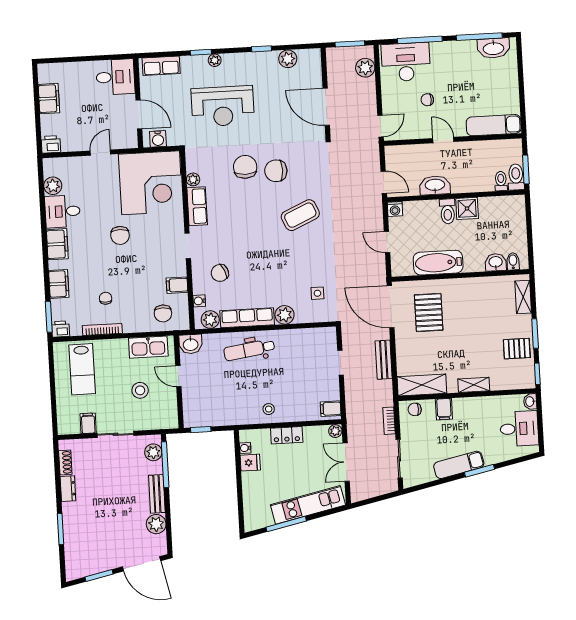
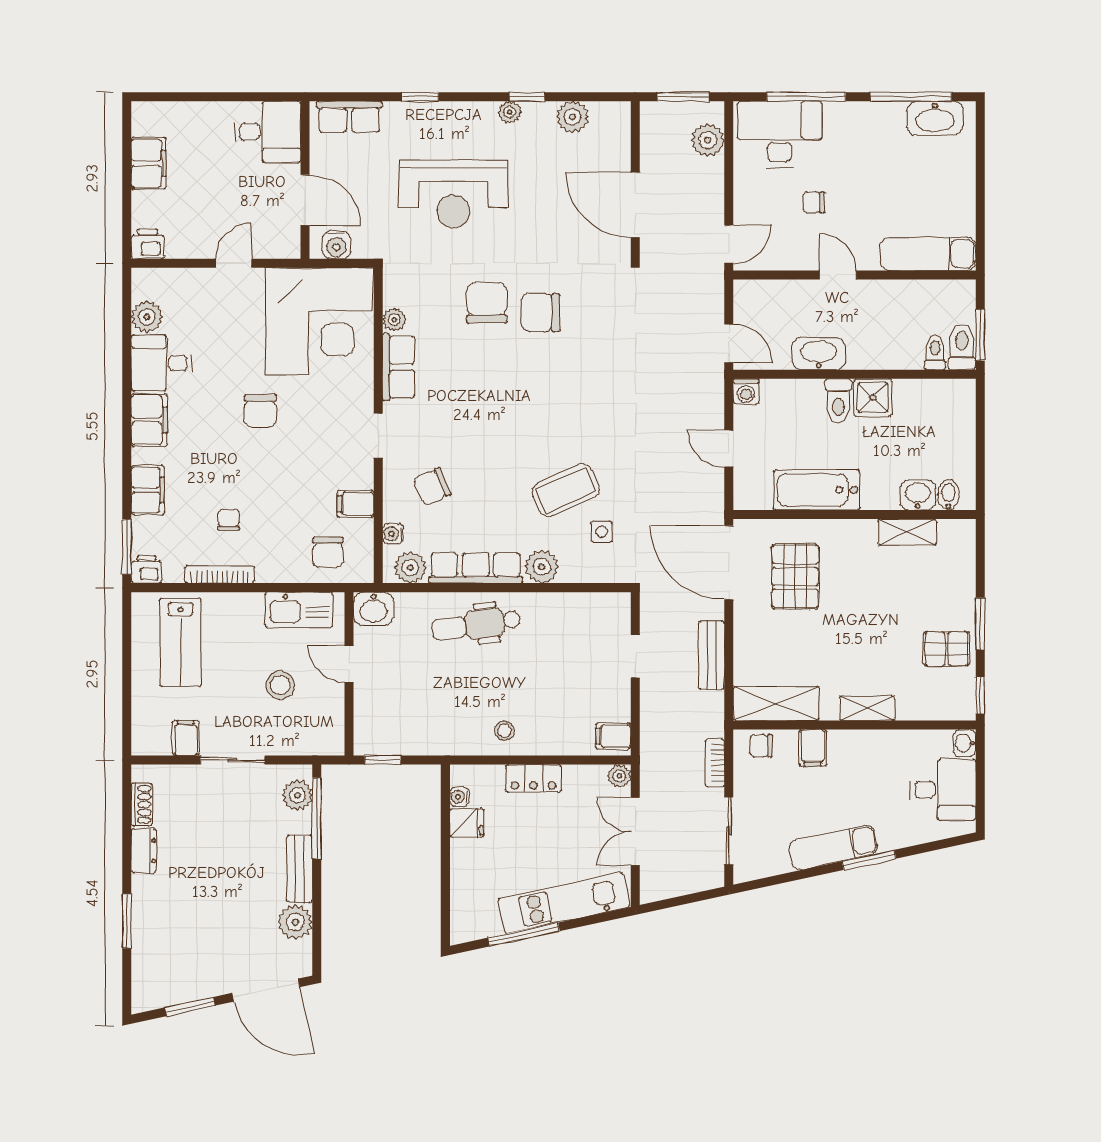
plant: (215, 60) -> (510, 112), moved
coffee table: (300, 215) -> (566, 490), moved
shelving: (523, 297) -> (907, 532), moved, turned 90

